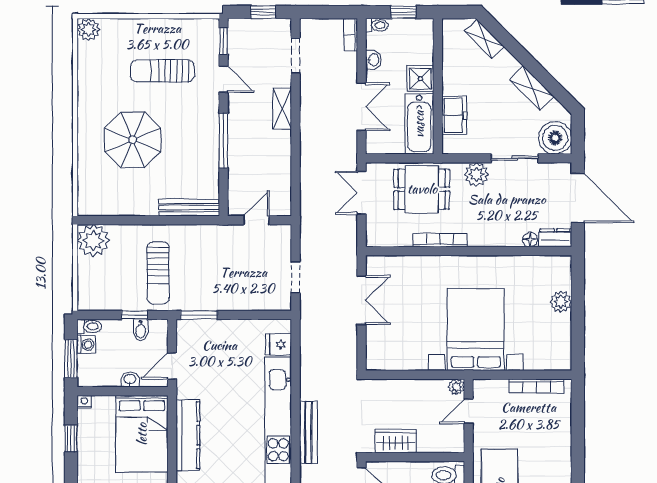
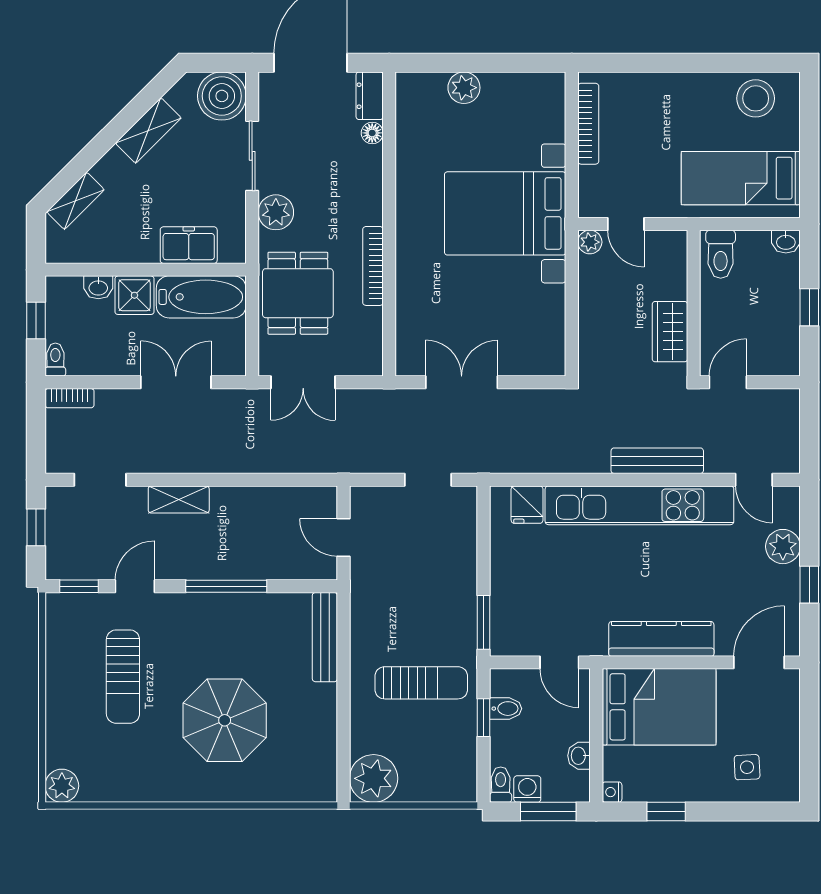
washbasin: (373, 60) -> (98, 287), moved, turned 180
washbasin: (130, 380) -> (579, 756), moved

